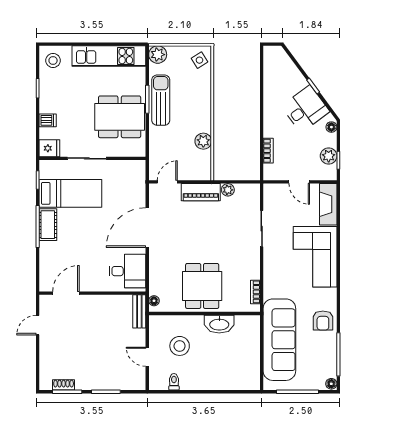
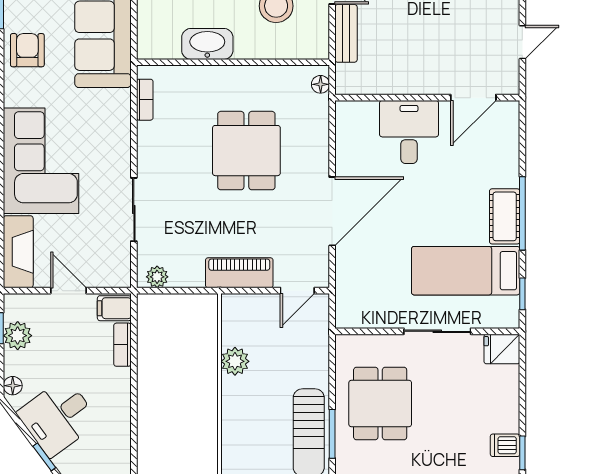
dining table: (120, 117) -> (380, 403), width x0.73
dishwasher: (48, 120) -> (505, 445), moved
filing cabinet: (273, 172) -> (114, 308), added
plant: (228, 190) -> (157, 277), moved
desk: (127, 271) -> (409, 132), moved, turned 90
dining table: (202, 286) -> (246, 151), moved
bench: (139, 311) -> (346, 33), moved

